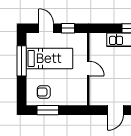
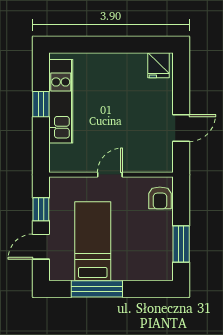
armchair: (44, 92) -> (160, 198), moved
door: (116, 110) -> (181, 128), hinge flipped

